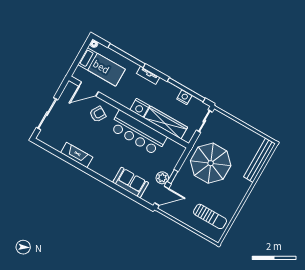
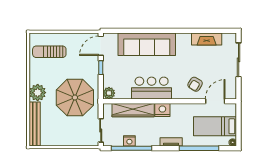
bar counter: (138, 133) -> (152, 88), width x0.73
fireplace: (77, 155) -> (207, 39), moved
plant: (162, 178) -> (109, 93), moved
sofa: (131, 183) -> (147, 44), width x1.85, depth x1.27
plant: (241, 186) -> (38, 93), added

